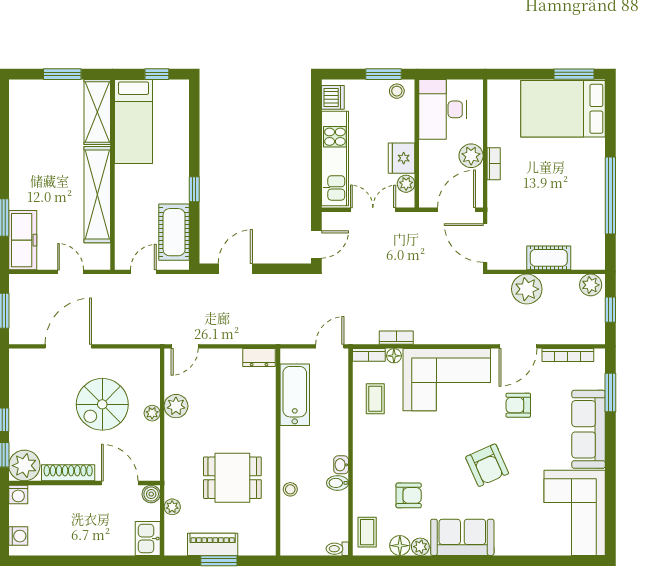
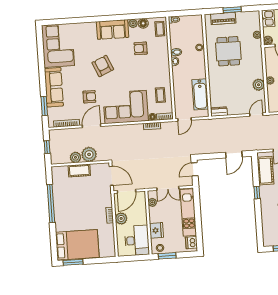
fridge: (402, 158) -> (156, 230), moved
plant: (591, 285) -> (75, 157), moved
dining table: (232, 478) -> (228, 51), turned 90
piano: (213, 544) -> (223, 18), moved

